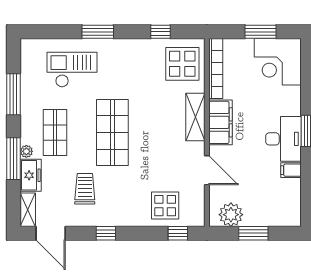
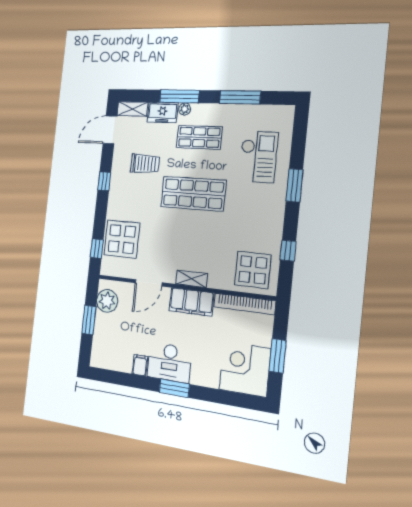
shelving: (195, 117) -> (191, 279), width x0.67, depth x0.75
display table: (165, 206) -> (122, 239), width x1.36, depth x1.36

